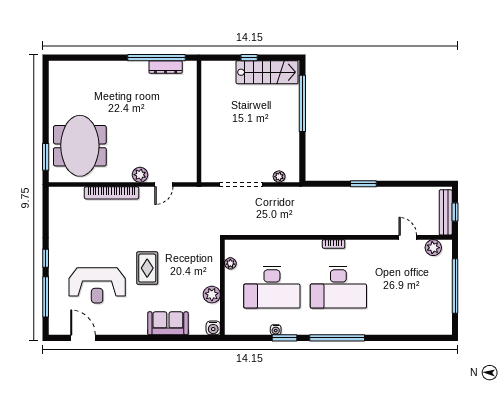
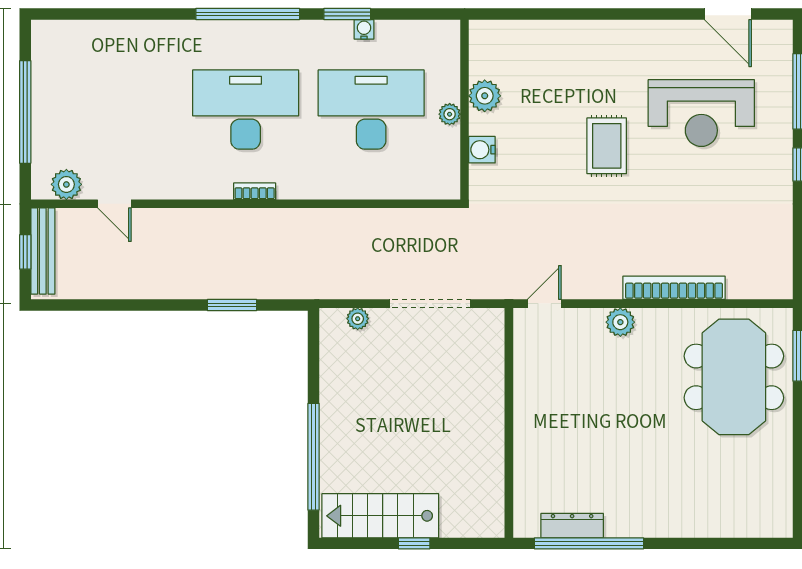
window: (363, 184) -> (232, 305), moved
door: (164, 185) -> (544, 304), moved
plant: (230, 263) -> (450, 114), moved
reception desk: (97, 285) -> (701, 113), turned 180
sofa: (168, 323) -> (568, 41), removed
water cooler: (213, 328) -> (482, 150), moved, turned -90

